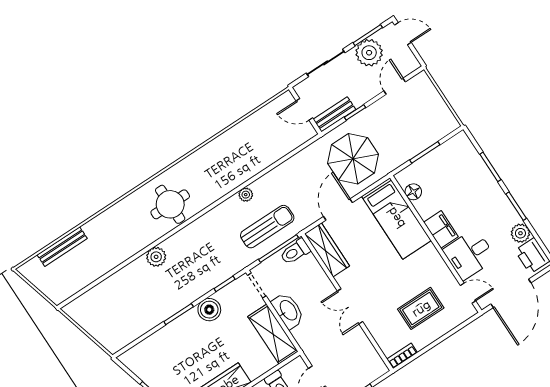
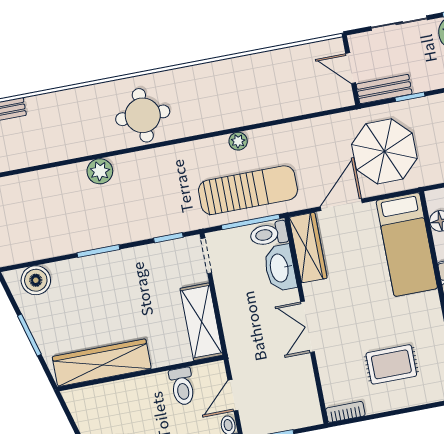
sun lounger: (267, 227) -> (248, 190), width x1.36, depth x1.34
boiler: (209, 310) -> (36, 280), moved
washbasin: (288, 311) -> (280, 268), moved, turned 180

